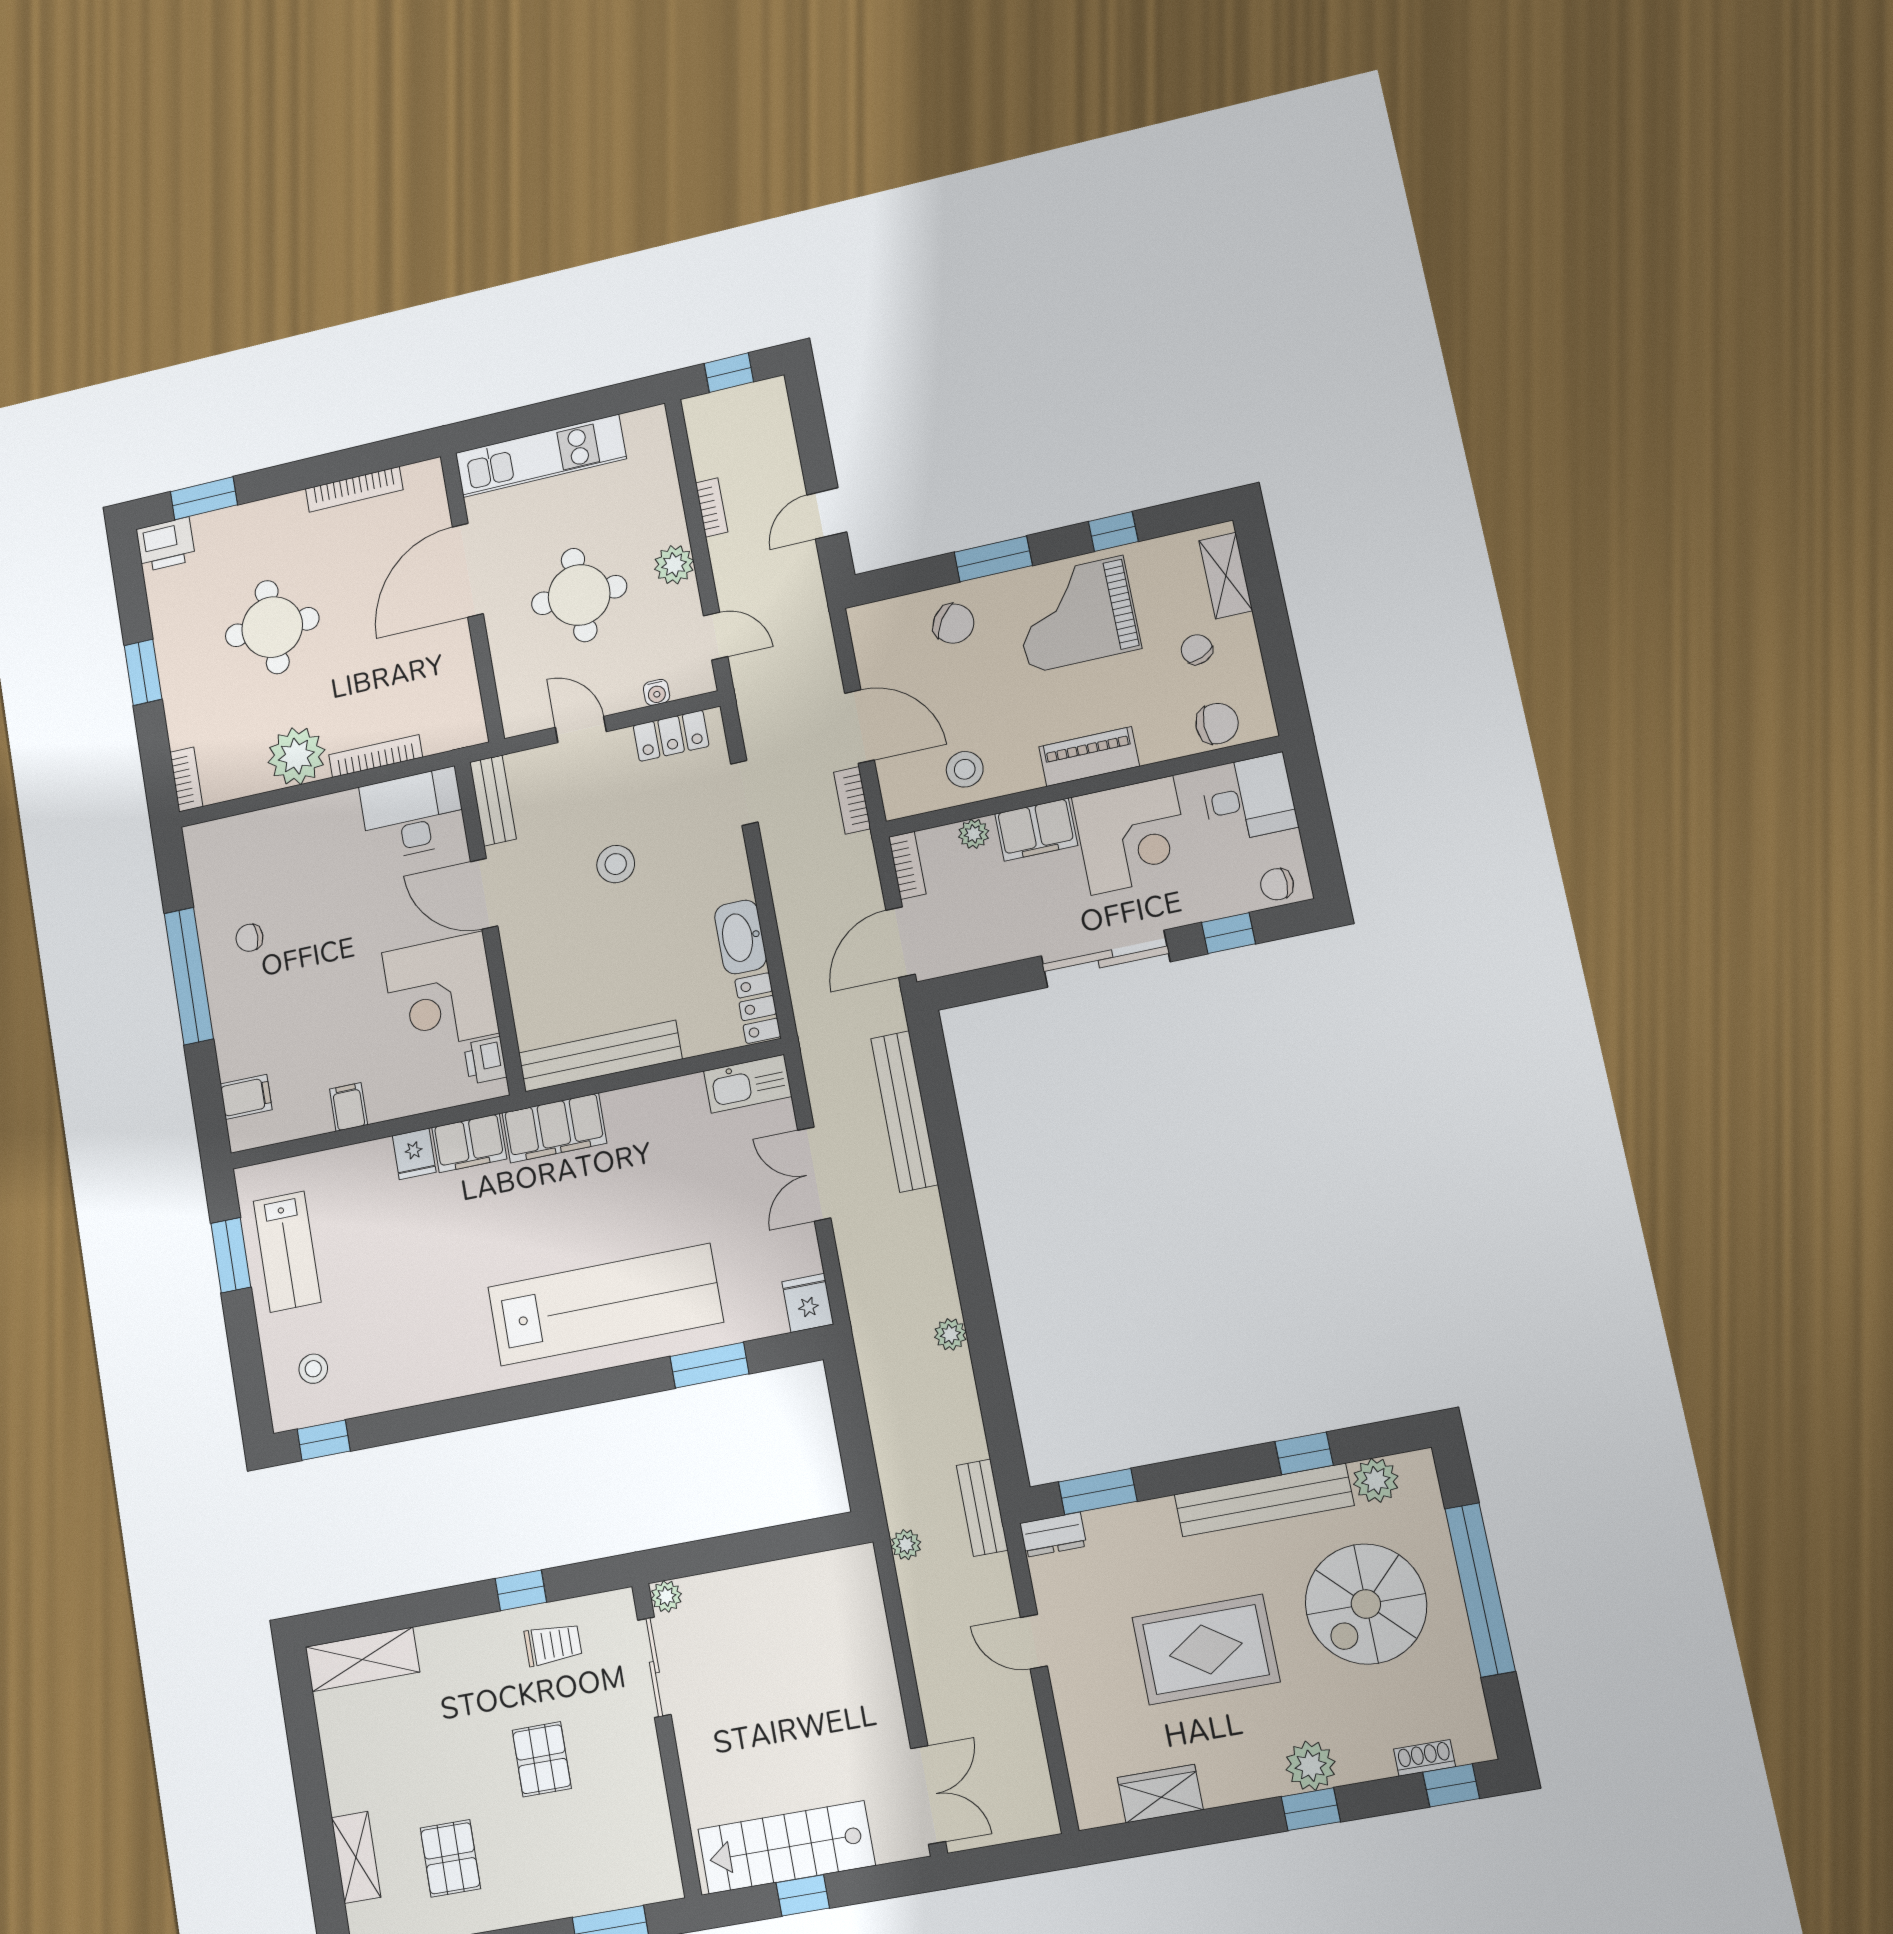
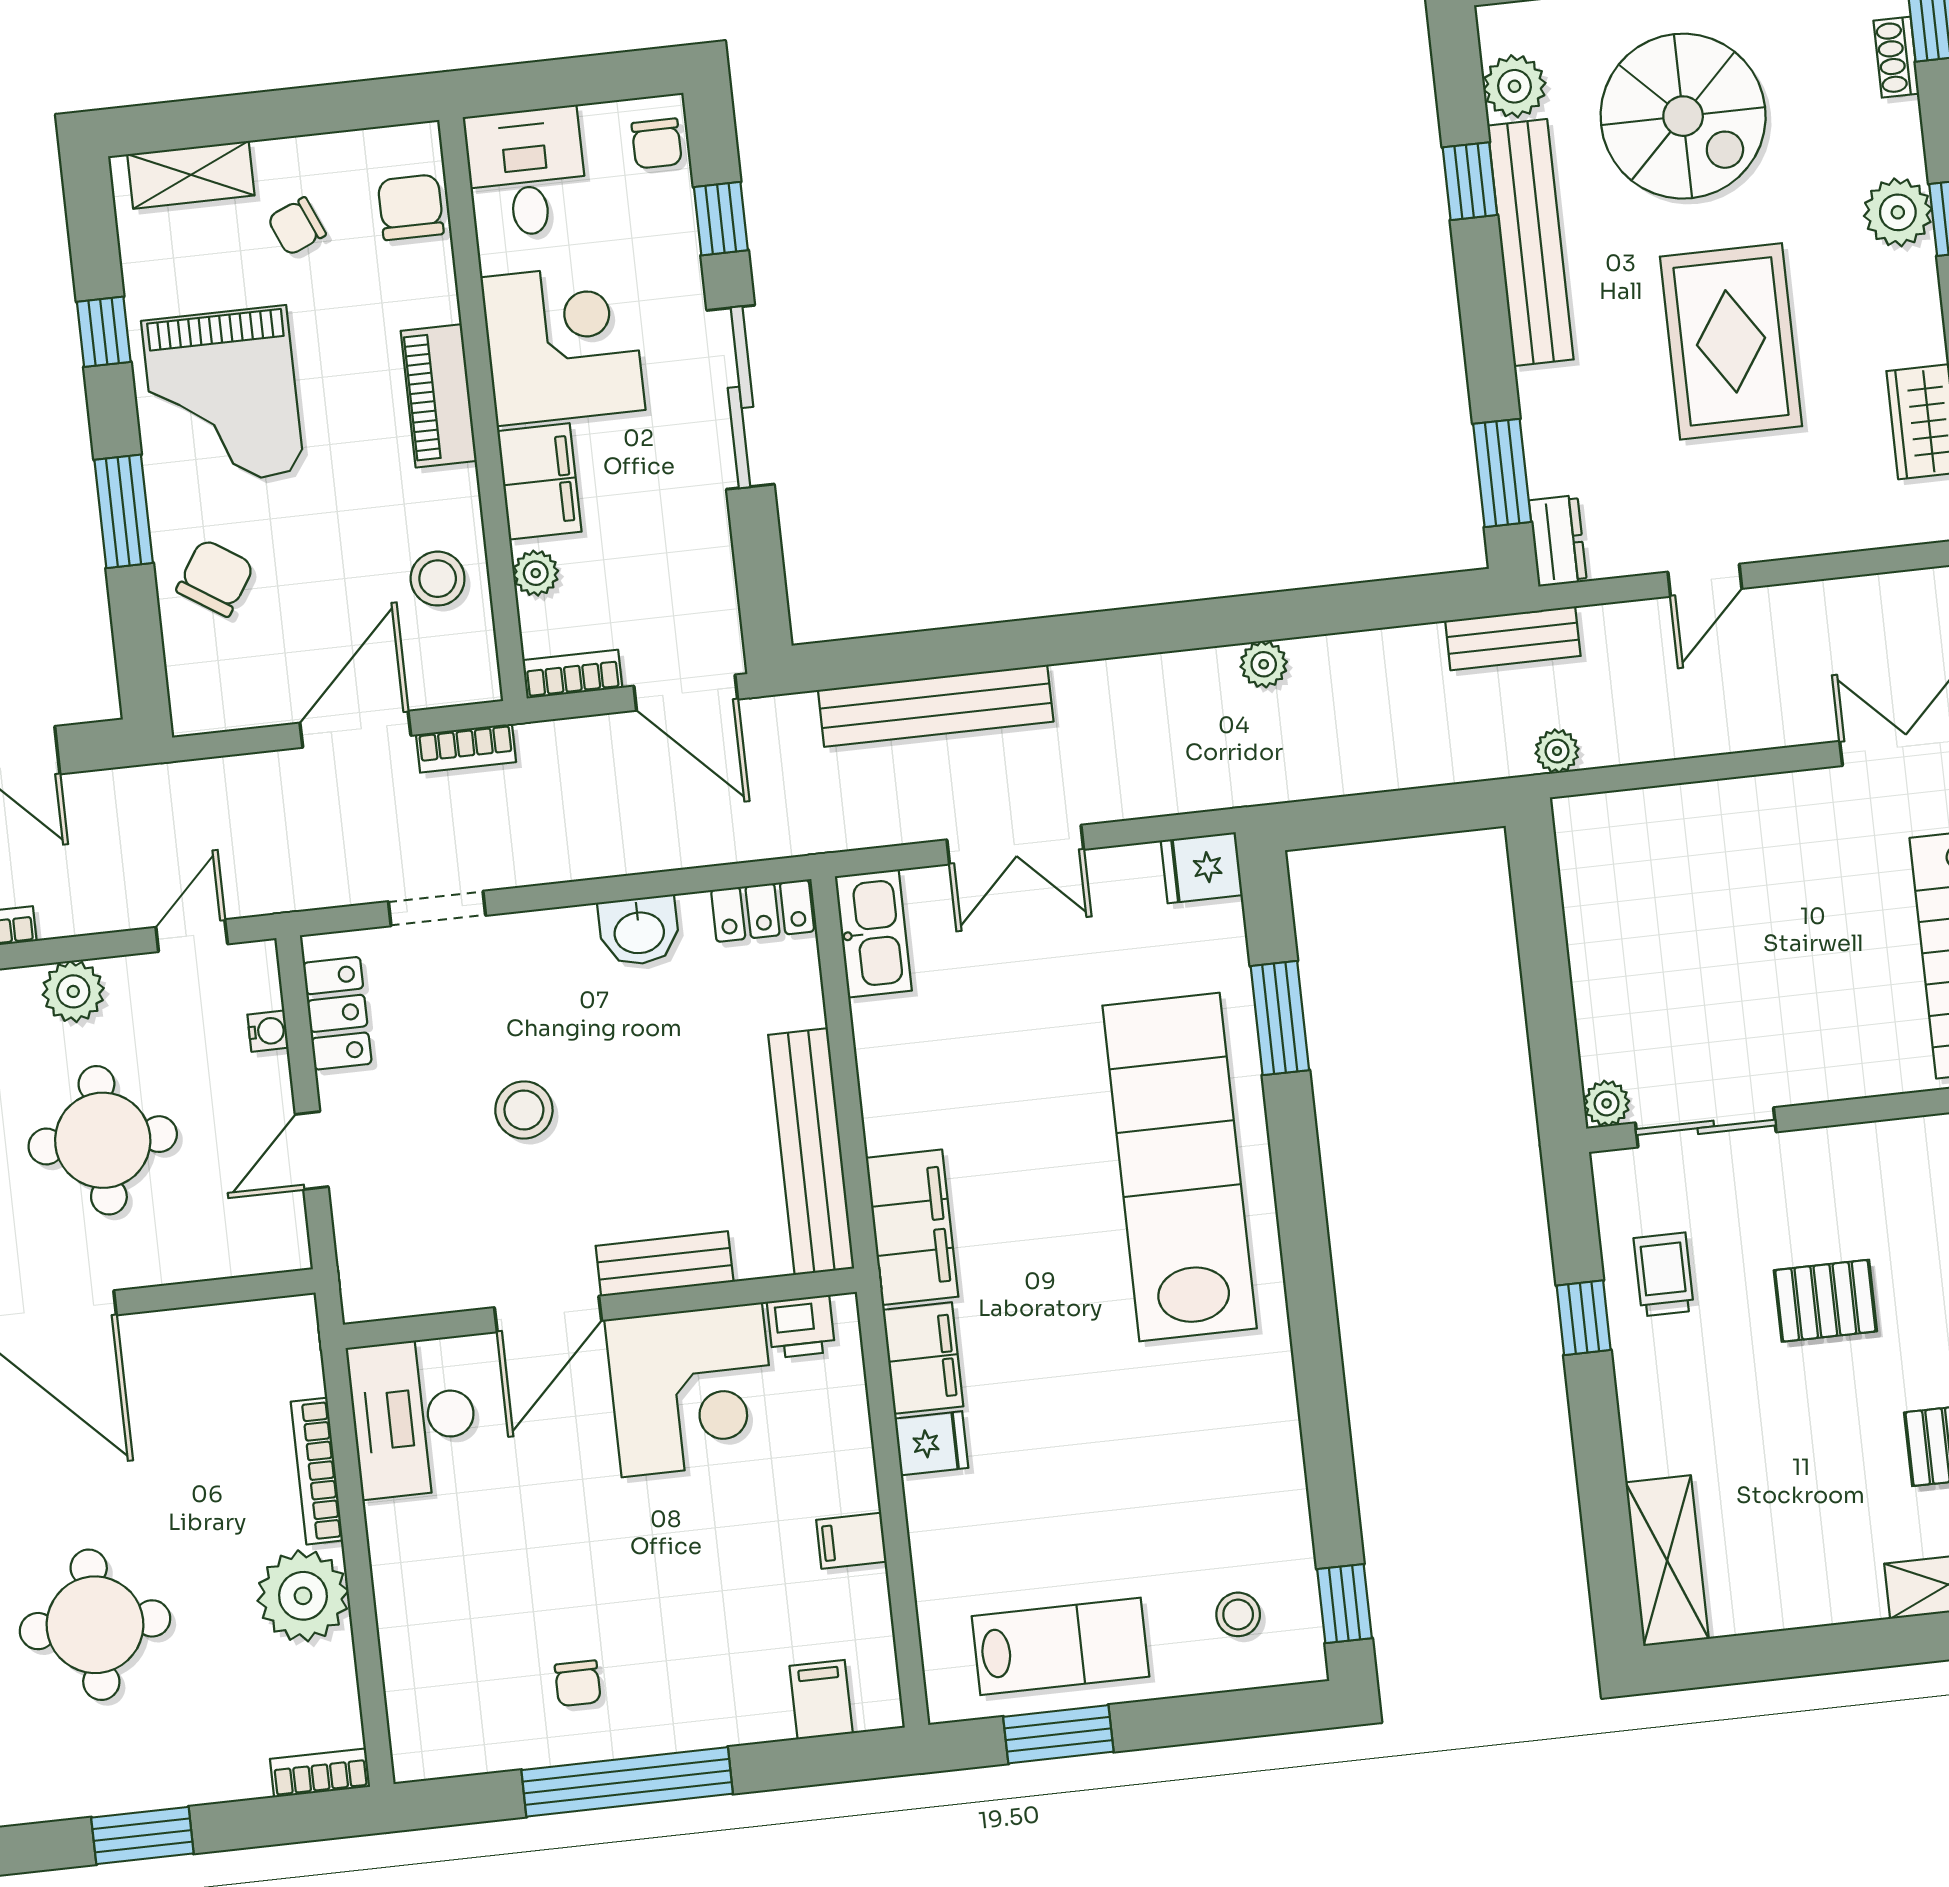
bench: (493, 800) -> (665, 1264), moved
washbasin: (740, 937) -> (639, 931), width x0.72

